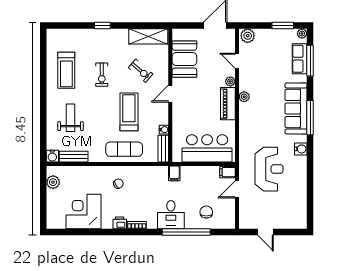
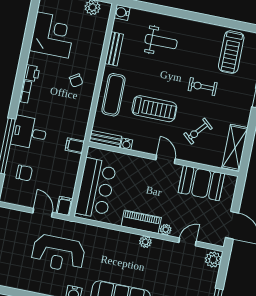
treadmill: (66, 70) -> (231, 52), moved, turned -90
bench: (74, 157) -> (114, 49), moved

